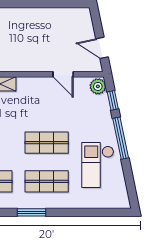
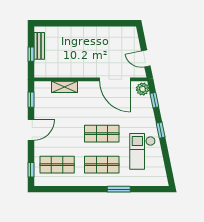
door: (63, 74) -> (115, 79), width x1.88
window: (121, 138) -> (161, 130), width x0.46
window: (32, 212) -> (119, 189), moved

